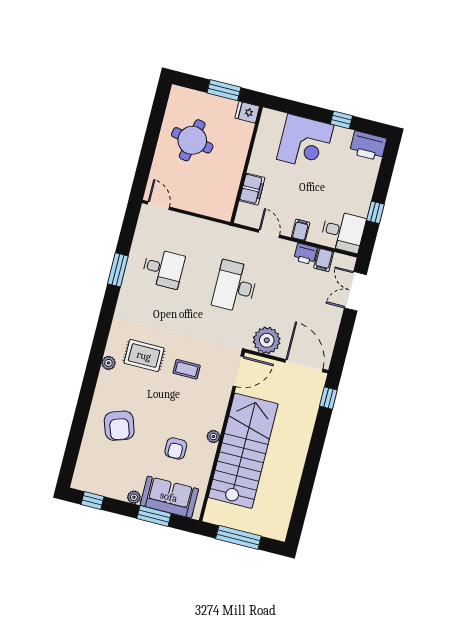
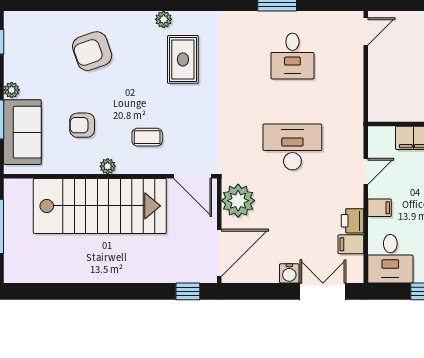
water cooler: (334, 314) -> (289, 273), added
coffee table: (187, 369) -> (147, 137), moved, turned 90

